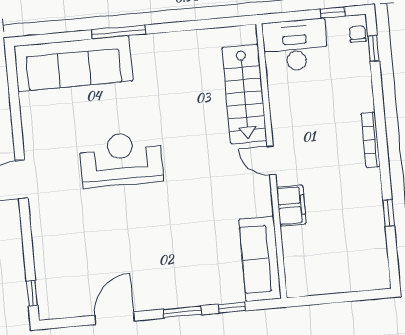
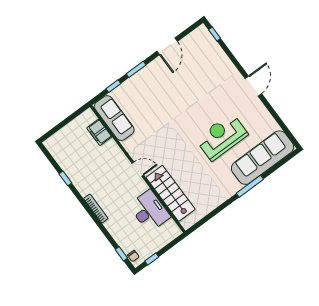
desk: (295, 45) -> (149, 211), moved, turned -90
reception desk: (121, 159) -> (222, 137), moved, turned 180
filing cabinet: (291, 206) -> (99, 132), moved

